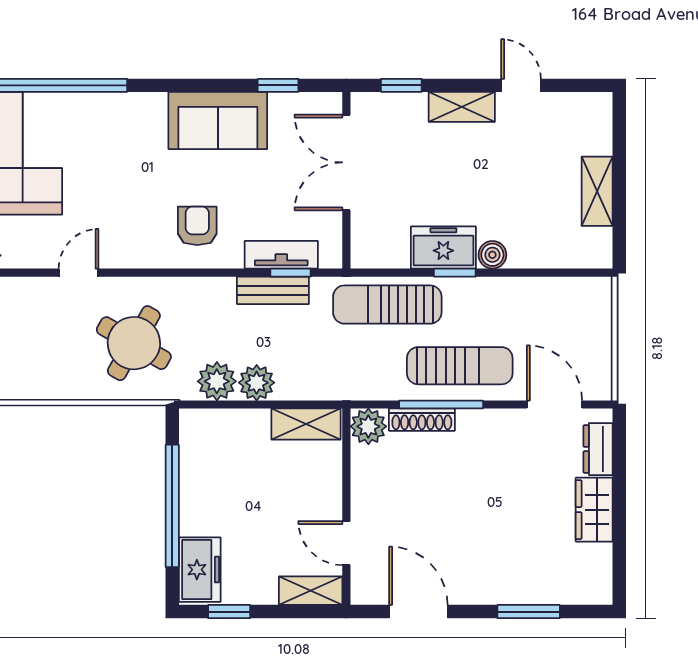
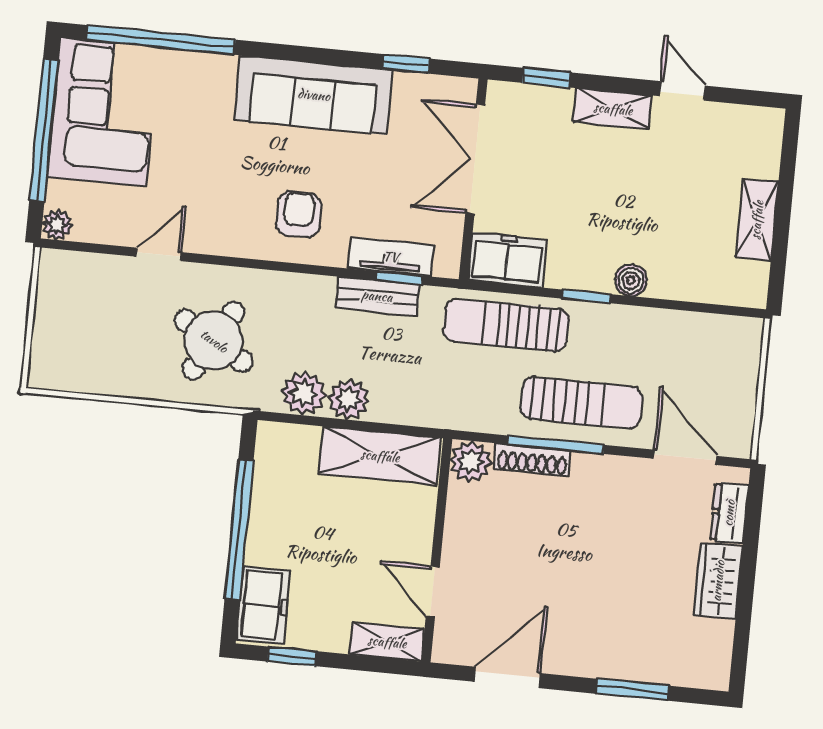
sofa: (218, 120) -> (314, 95), width x1.36
freezer: (443, 248) -> (507, 260), moved
shelving: (306, 424) -> (380, 456), width x1.50, depth x1.33
door: (418, 612) -> (507, 677), hinge flipped

